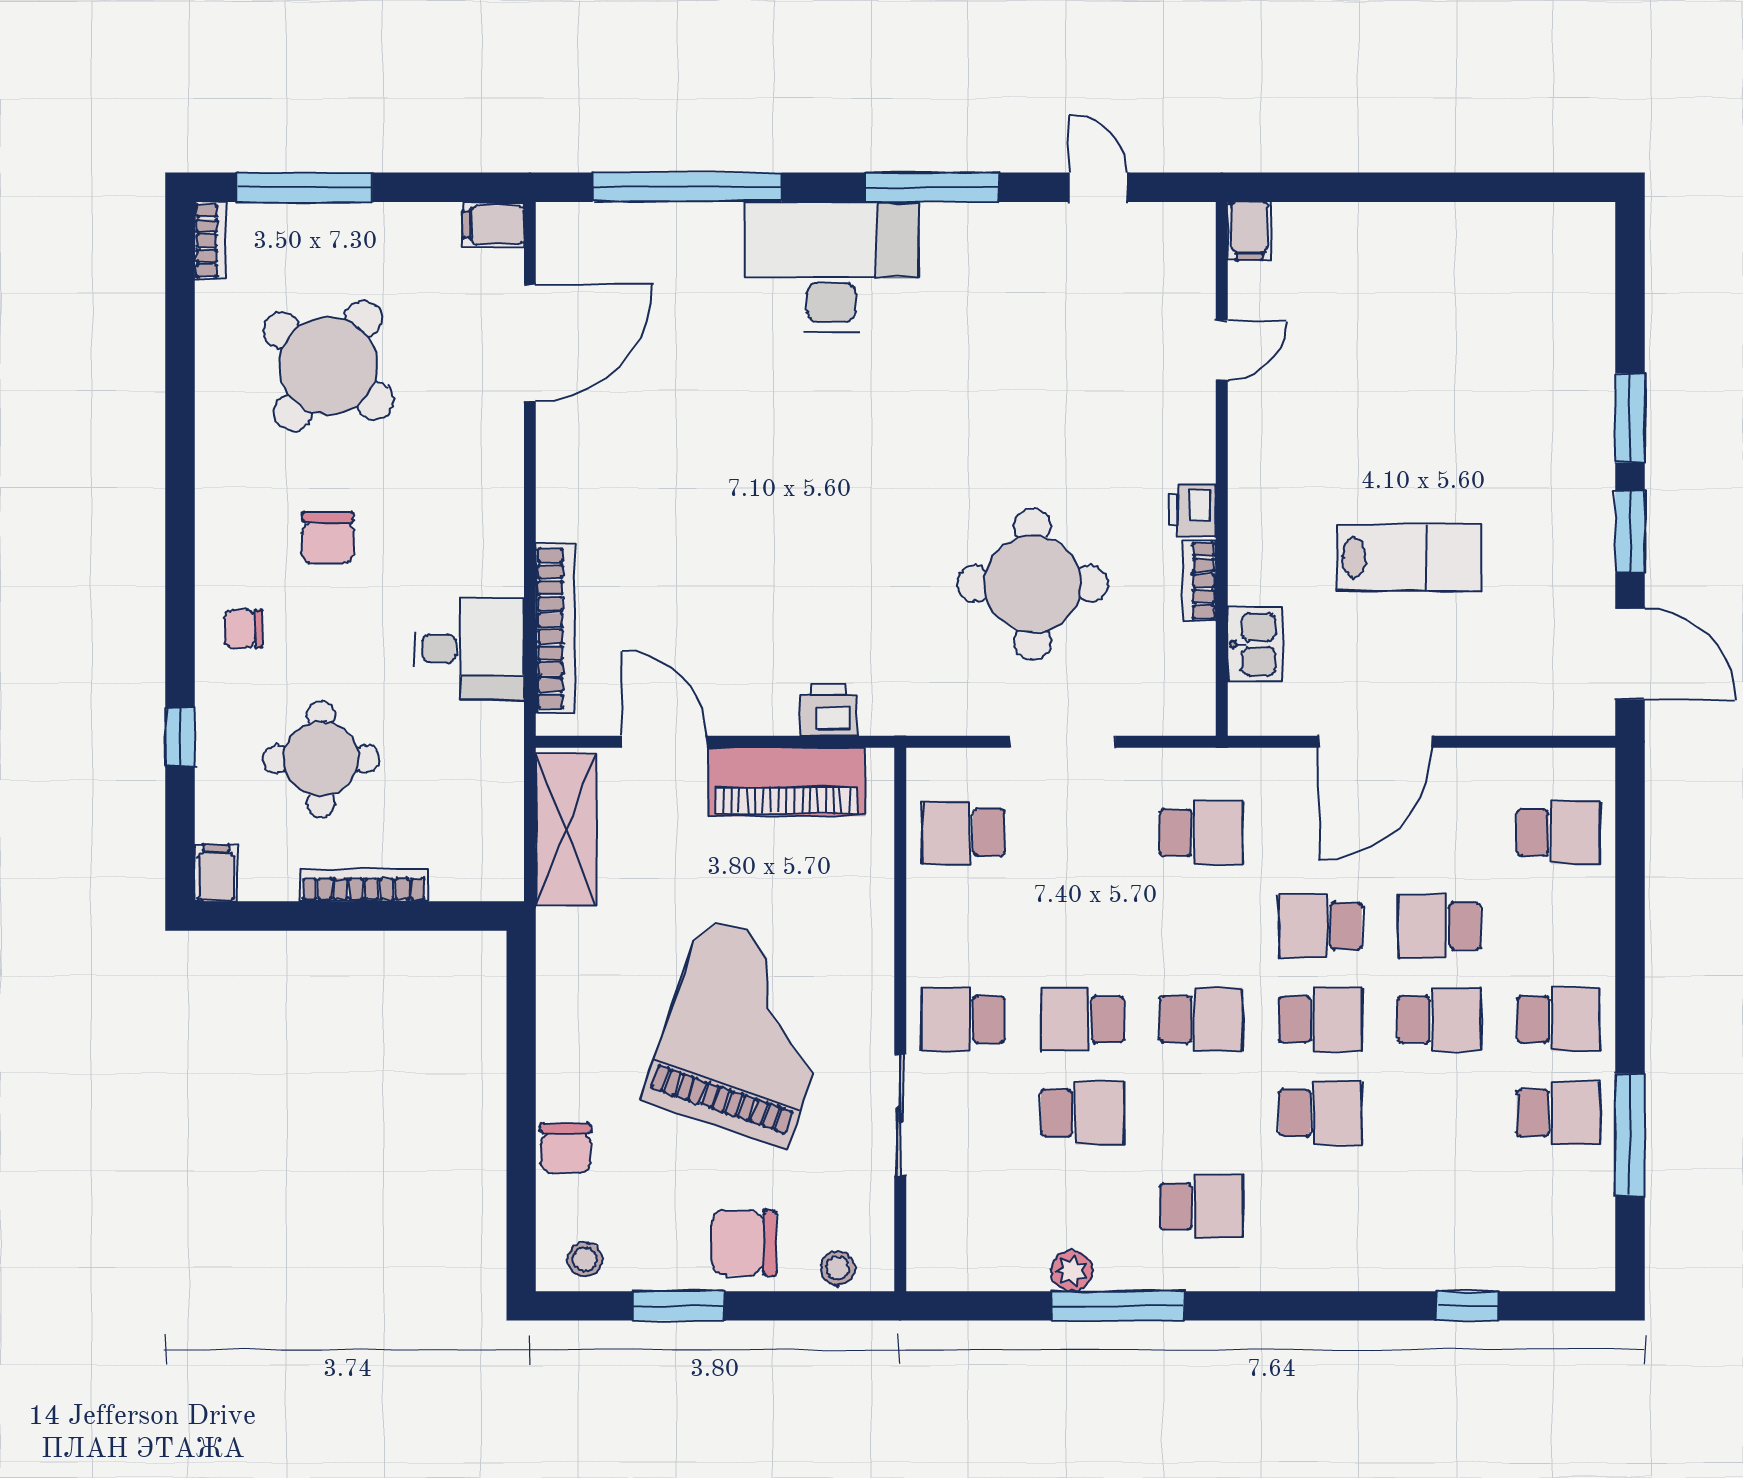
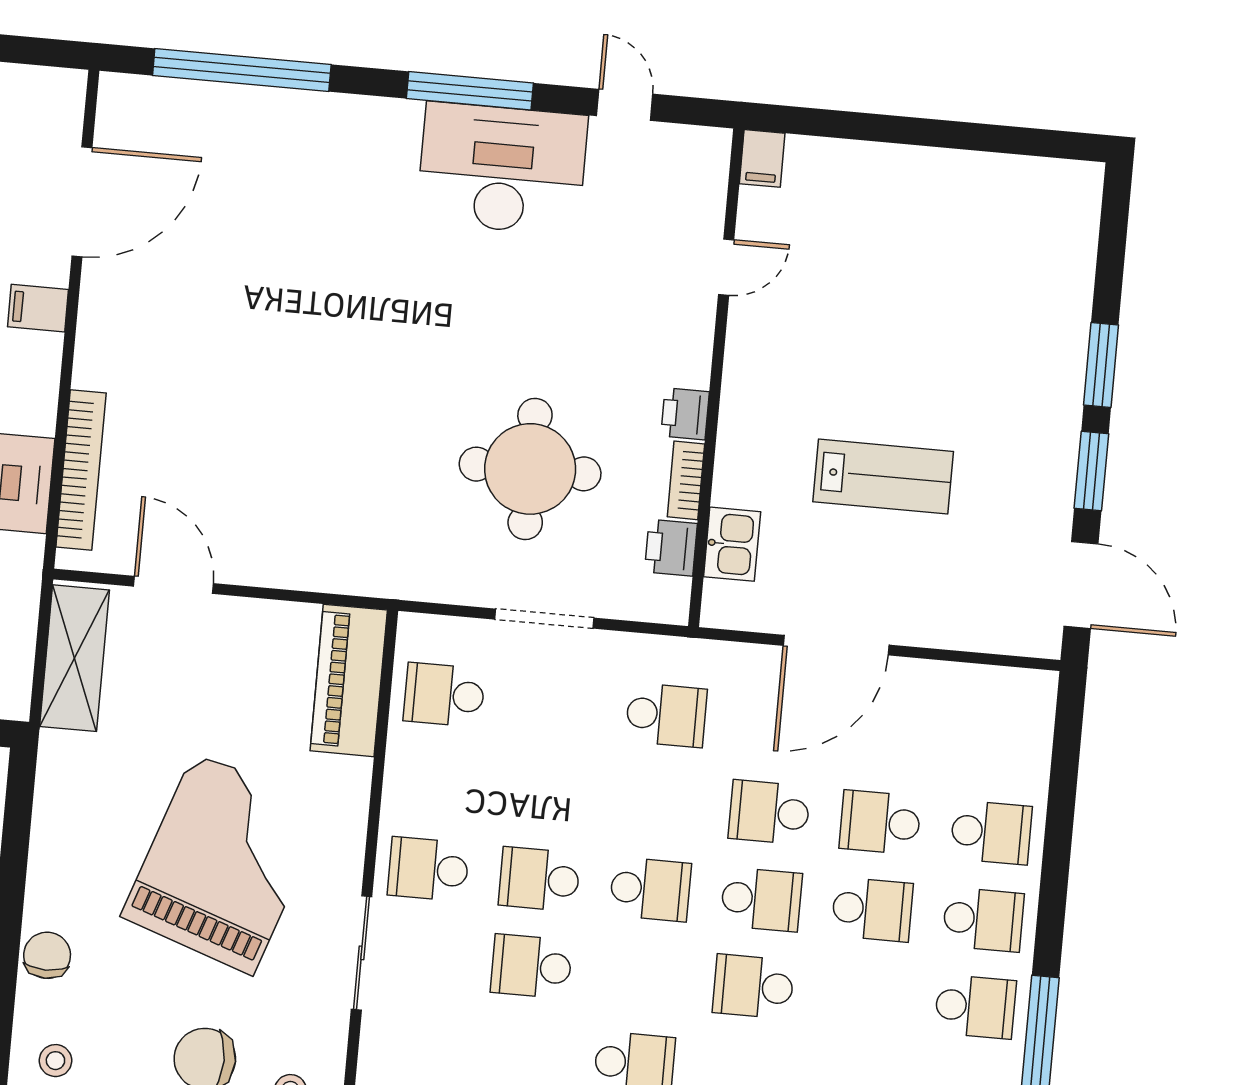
filing cabinet: (493, 225) -> (38, 308), moved
desk: (831, 267) -> (502, 169), moved
printer: (828, 710) -> (671, 548), moved, turned -90
piano: (787, 782) -> (349, 680), moved, turned 90
school desk: (1558, 832) -> (991, 832), moved
school desk: (1082, 1113) -> (531, 966), turned 180
school desk: (1320, 1113) -> (753, 987), turned 180
chair: (566, 1148) -> (47, 955), turned 180

